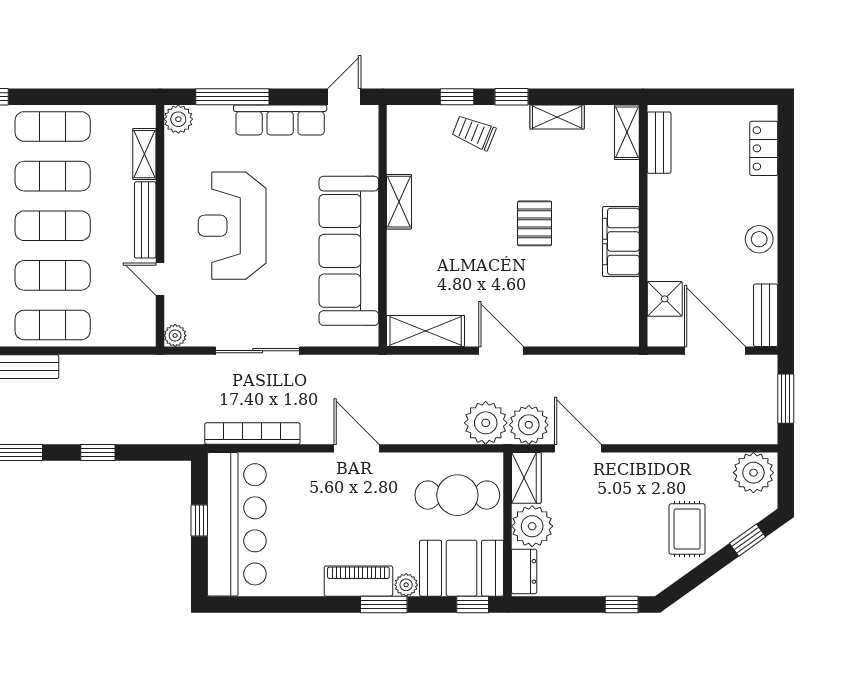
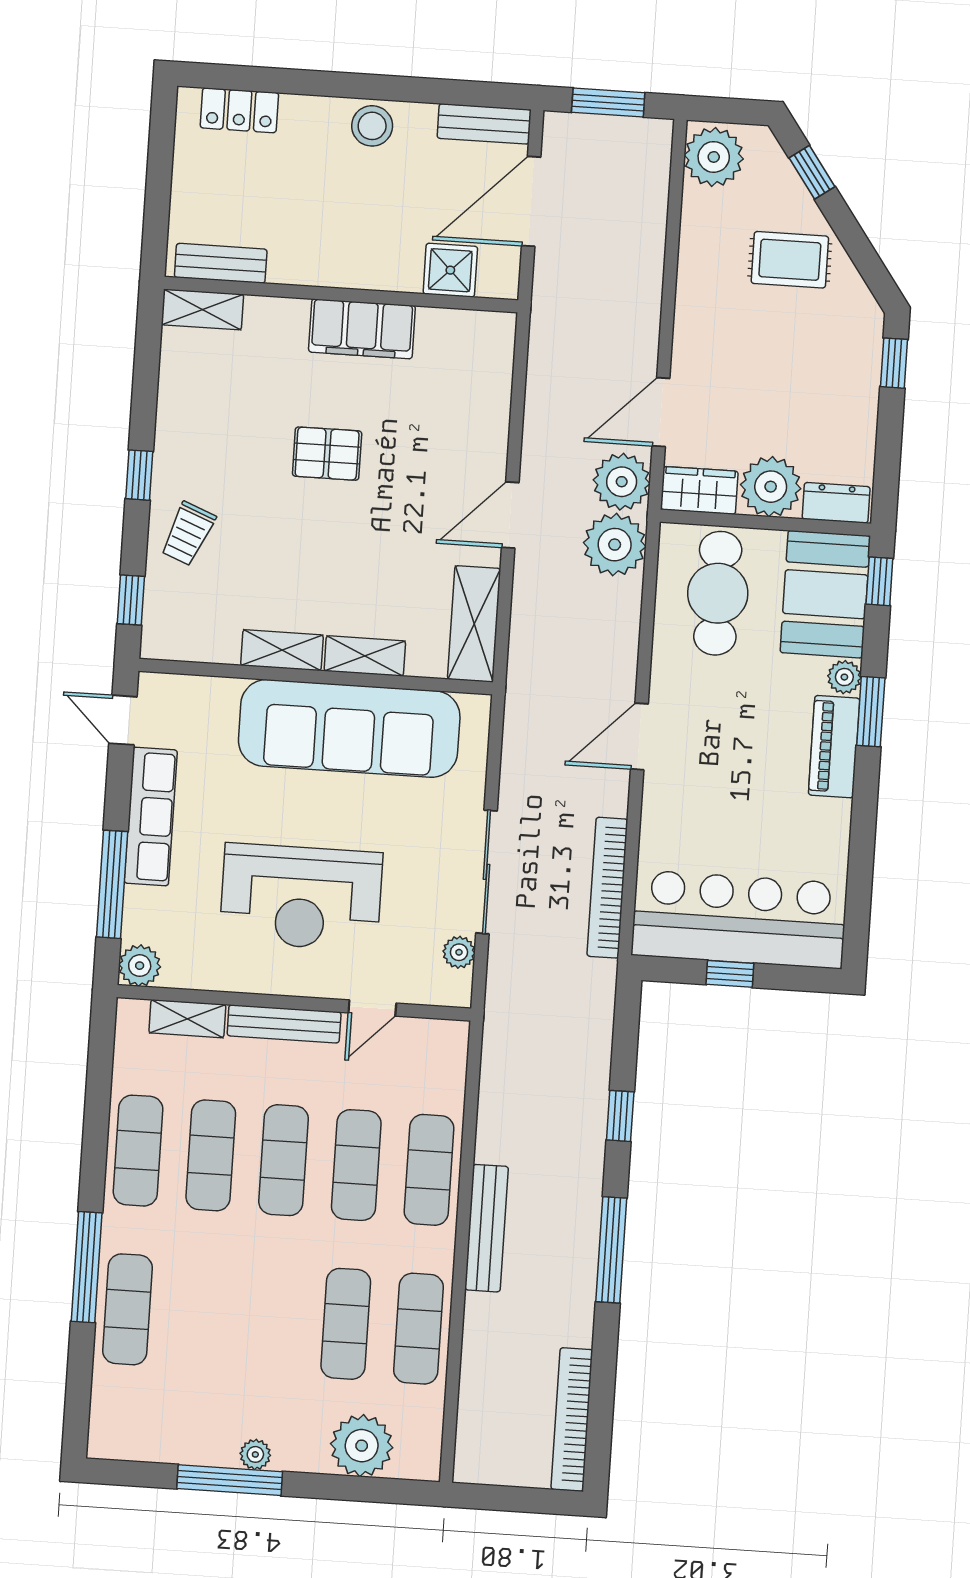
window: (457, 97) -> (131, 600), moved
shelving: (557, 117) -> (365, 656), moved, turned 90
plant: (175, 336) -> (459, 952), moved

